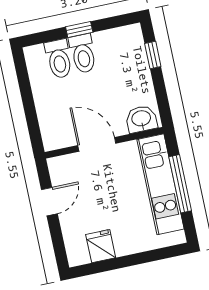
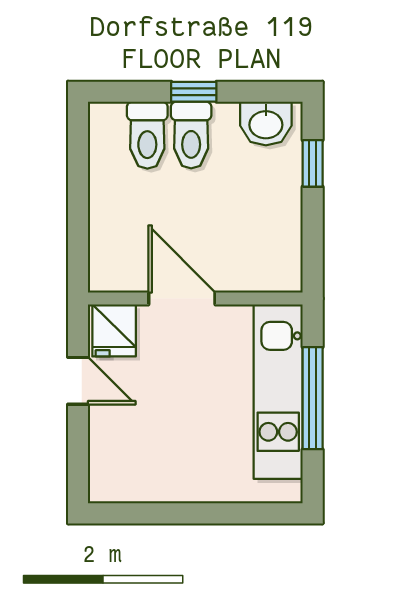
washbasin: (141, 119) -> (266, 123), moved, turned 180
door: (49, 202) -> (78, 381), hinge flipped
fridge: (101, 246) -> (114, 330), moved, turned 180

